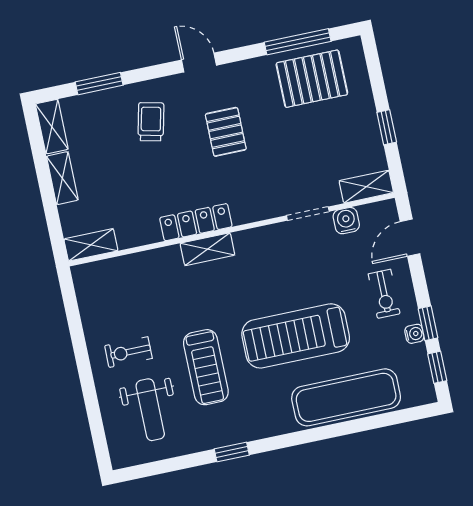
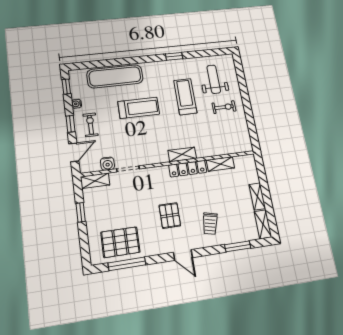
shelving: (91, 245) -> (220, 164), moved
window: (428, 323) -> (70, 124), moved
treadmill: (296, 336) -> (139, 108), width x0.73, depth x0.73

